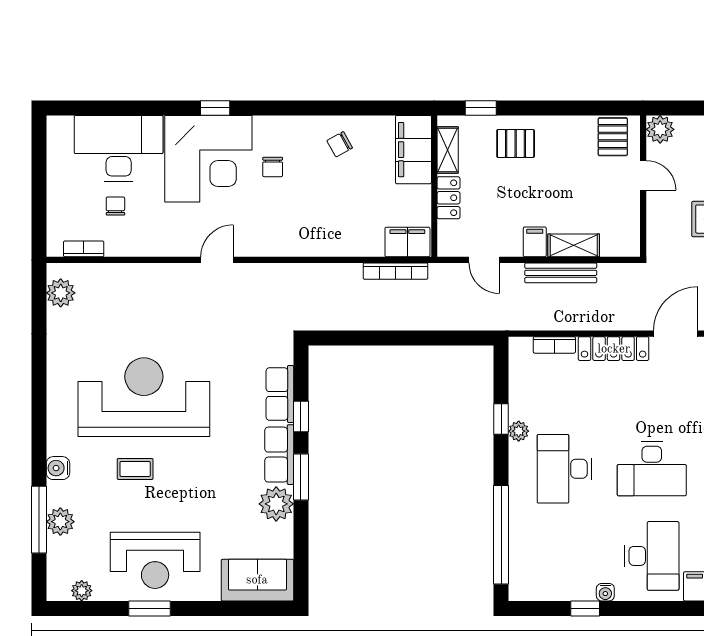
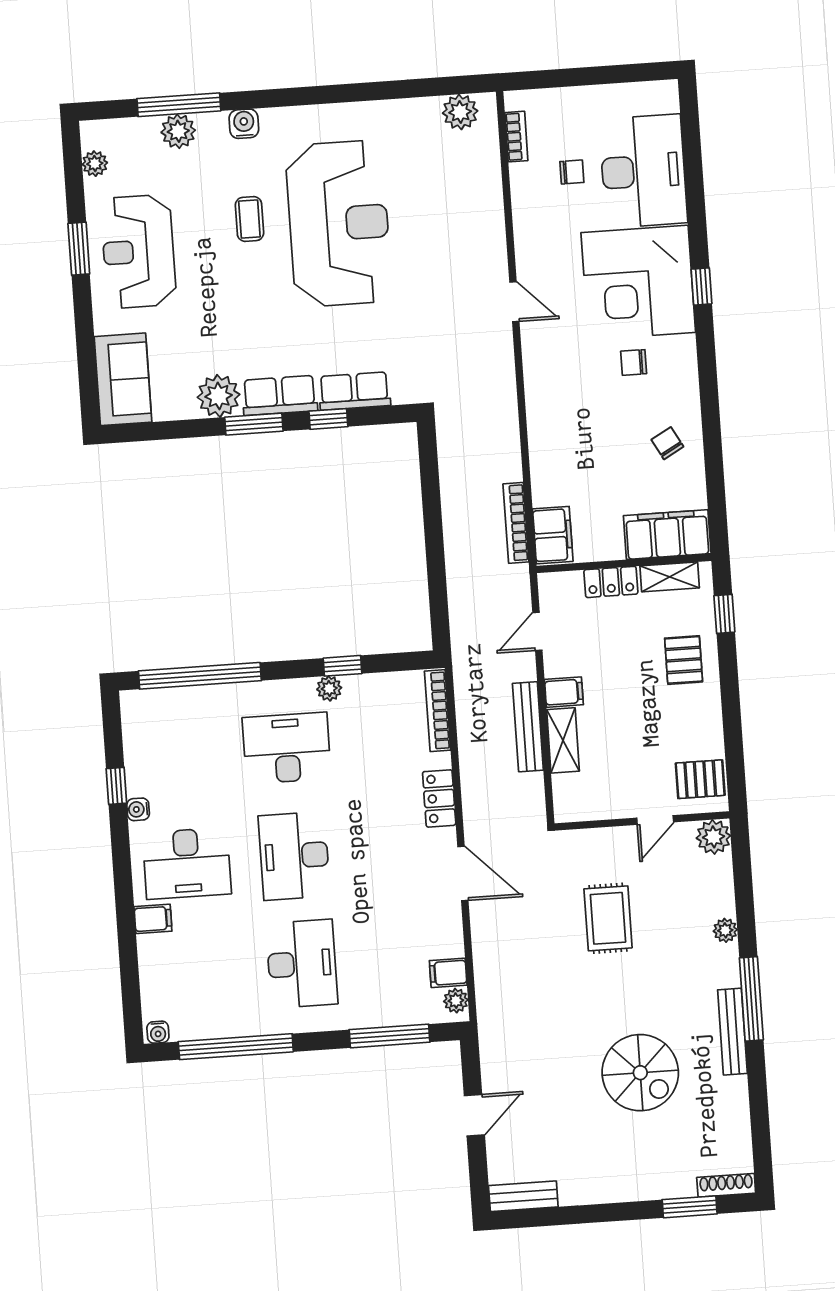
bookcase: (554, 345) -> (438, 711), width x1.56
locker: (614, 349) -> (439, 798), width x0.66

